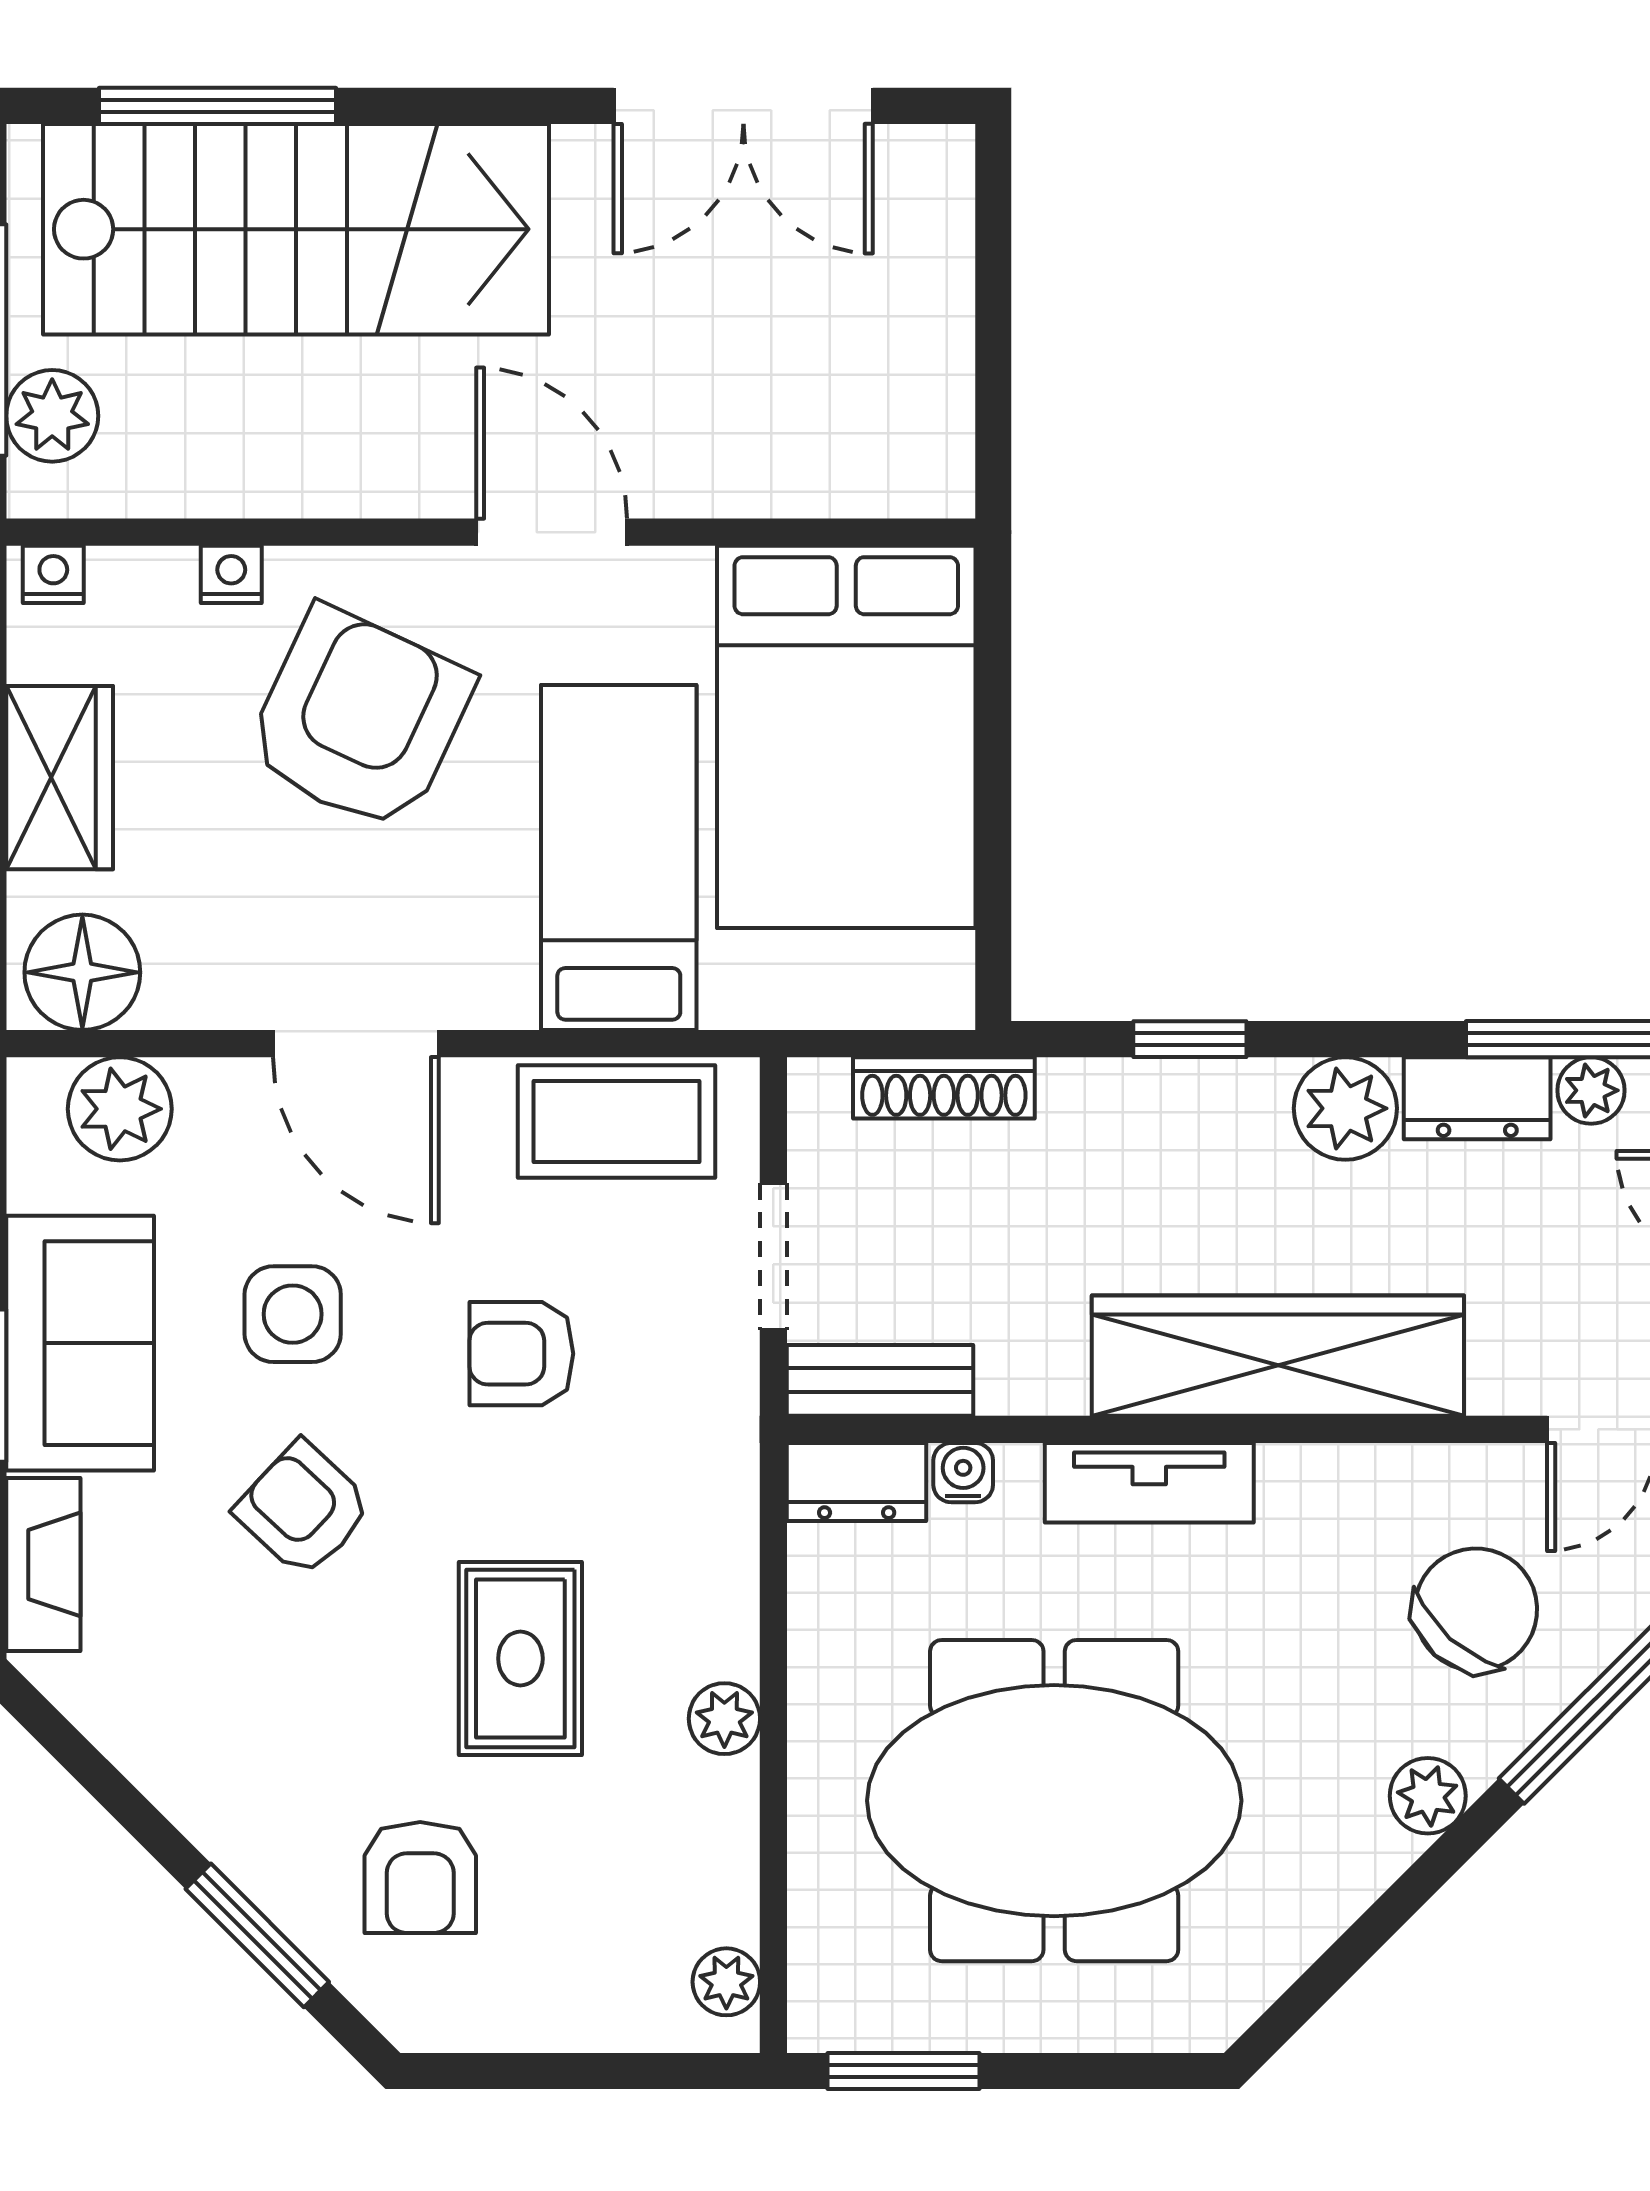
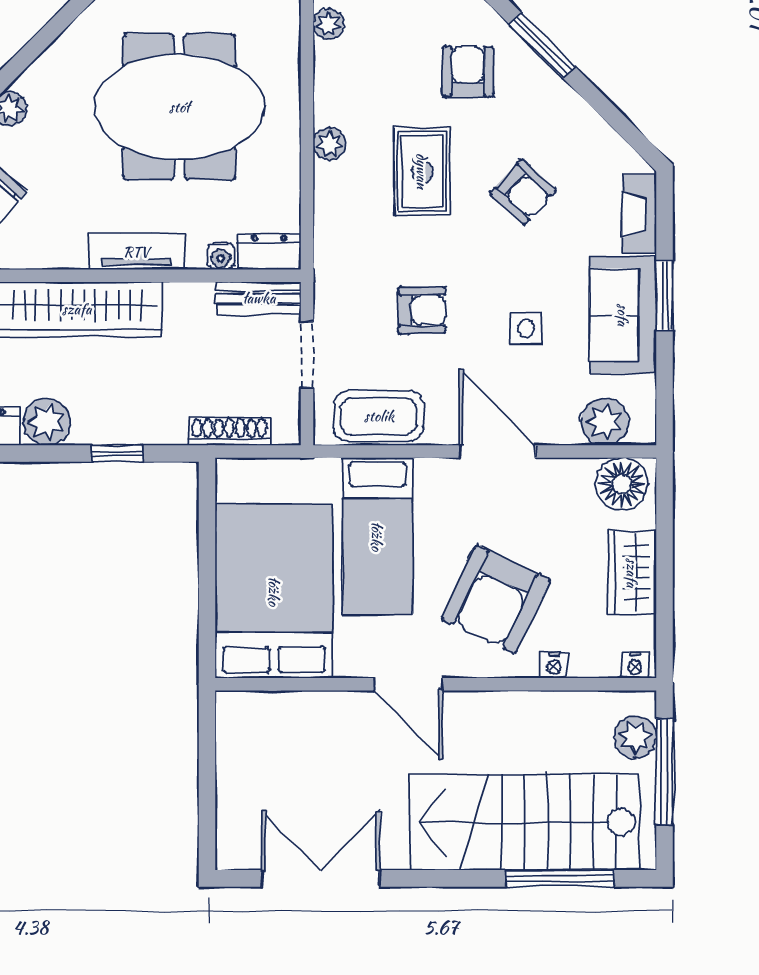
side table: (293, 1314) -> (526, 328), width x0.73, depth x0.73
armchair: (303, 1509) -> (523, 192), moved

